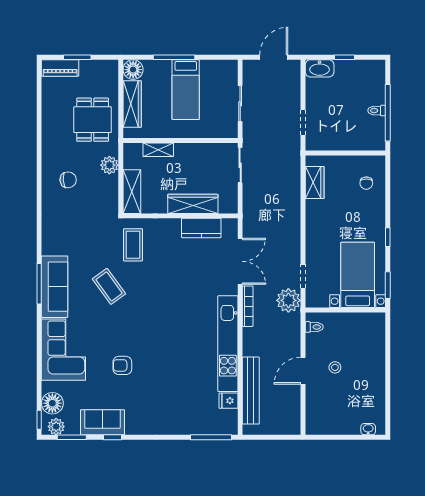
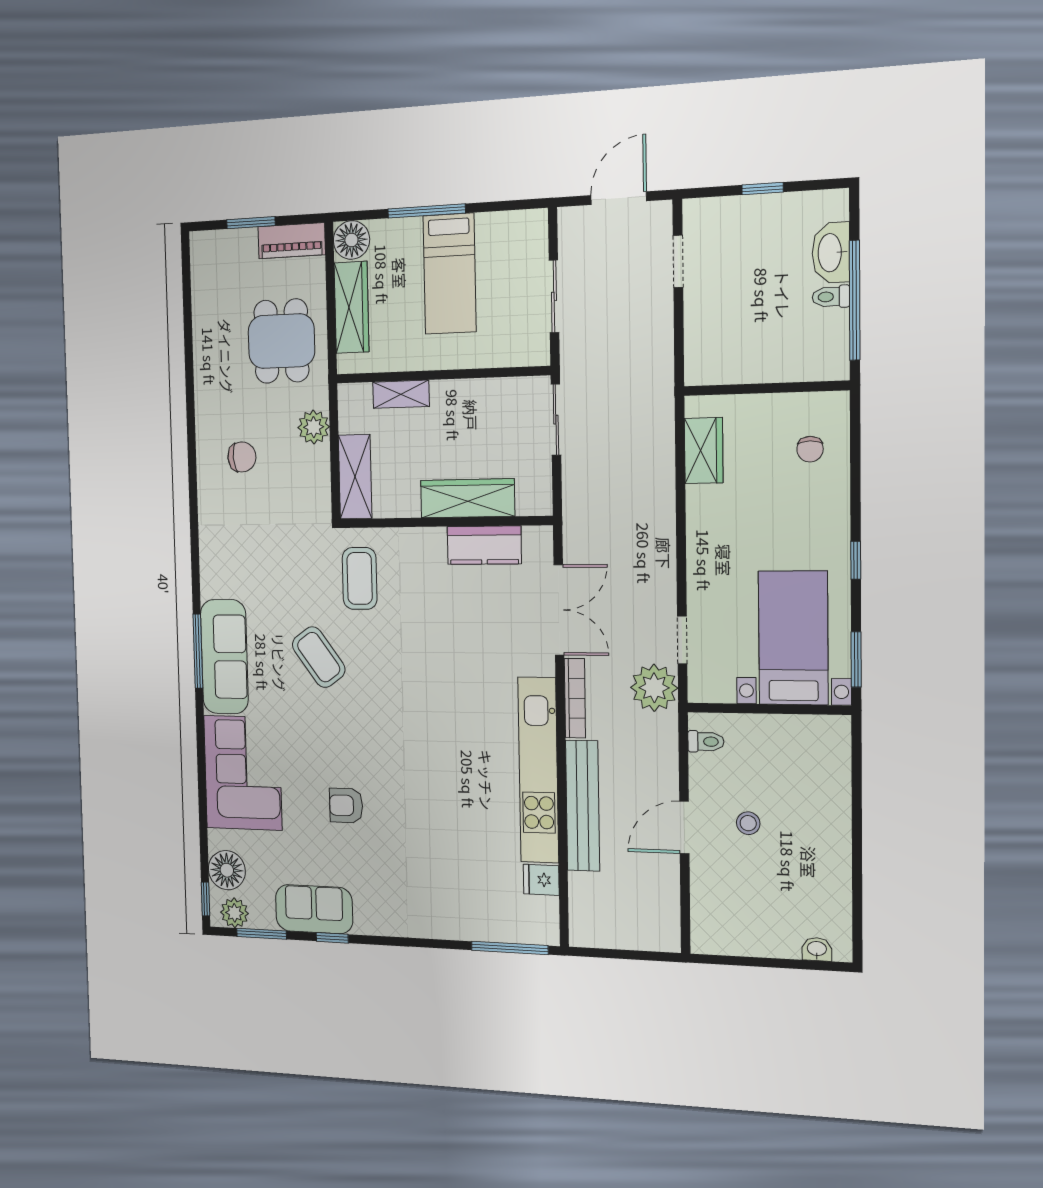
piano: (60, 68) -> (292, 241), moved
washbasin: (320, 68) -> (831, 253), moved, turned 90
doorway: (303, 122) -> (678, 261), moved
bench: (251, 391) -> (583, 806), moved

